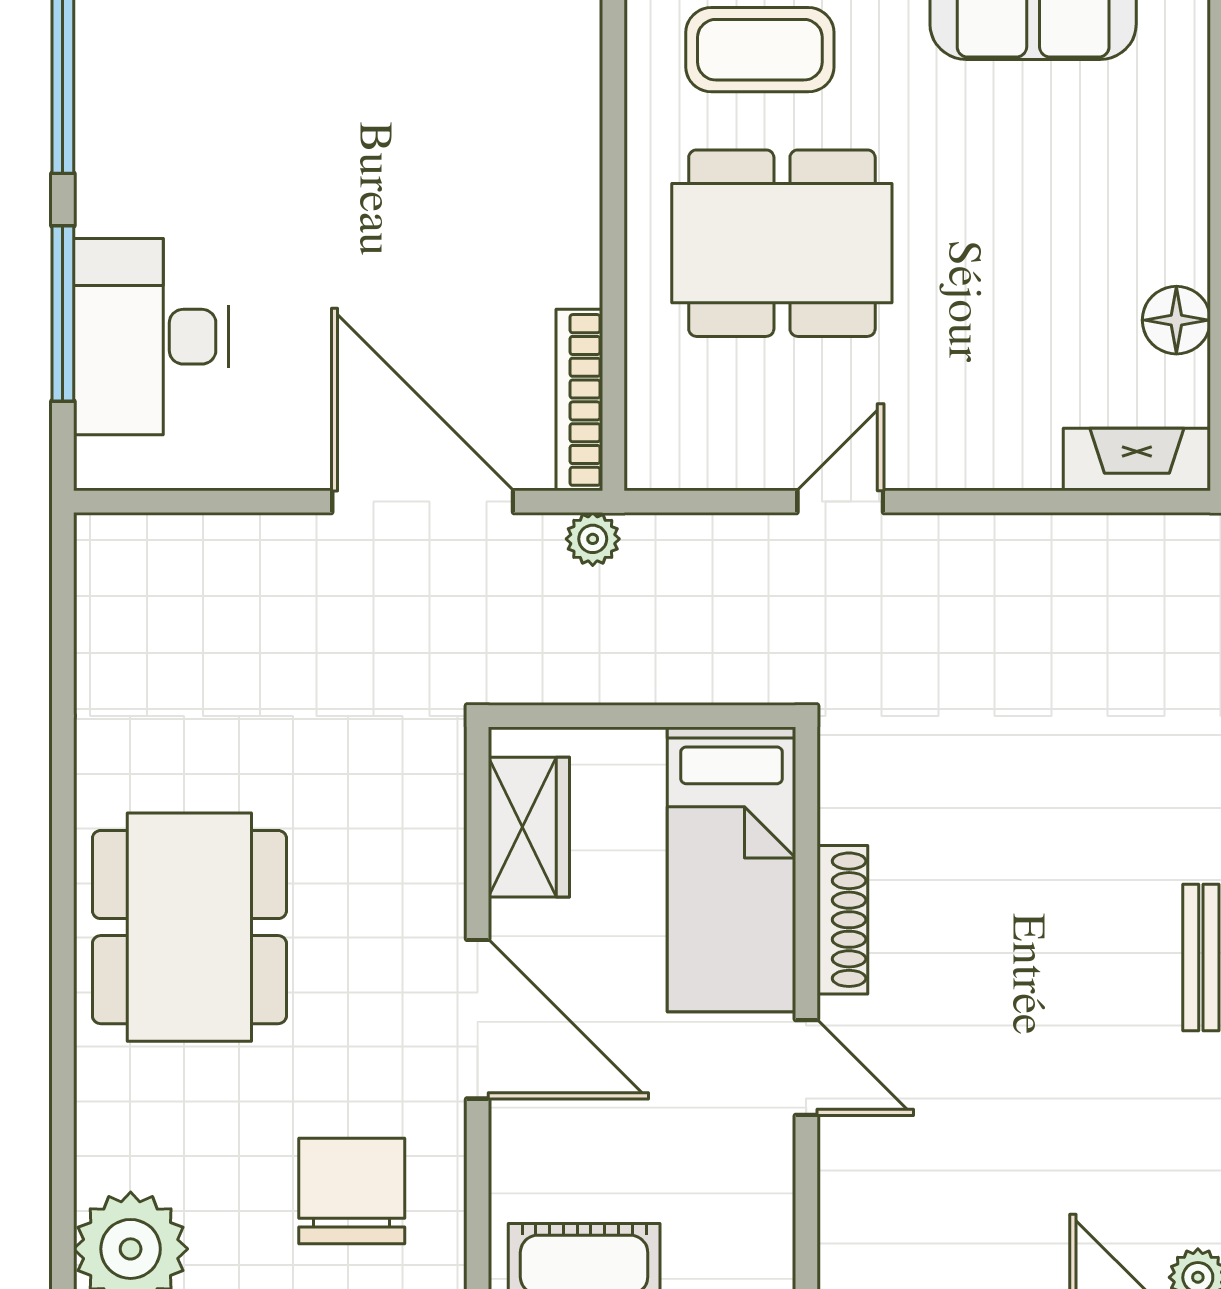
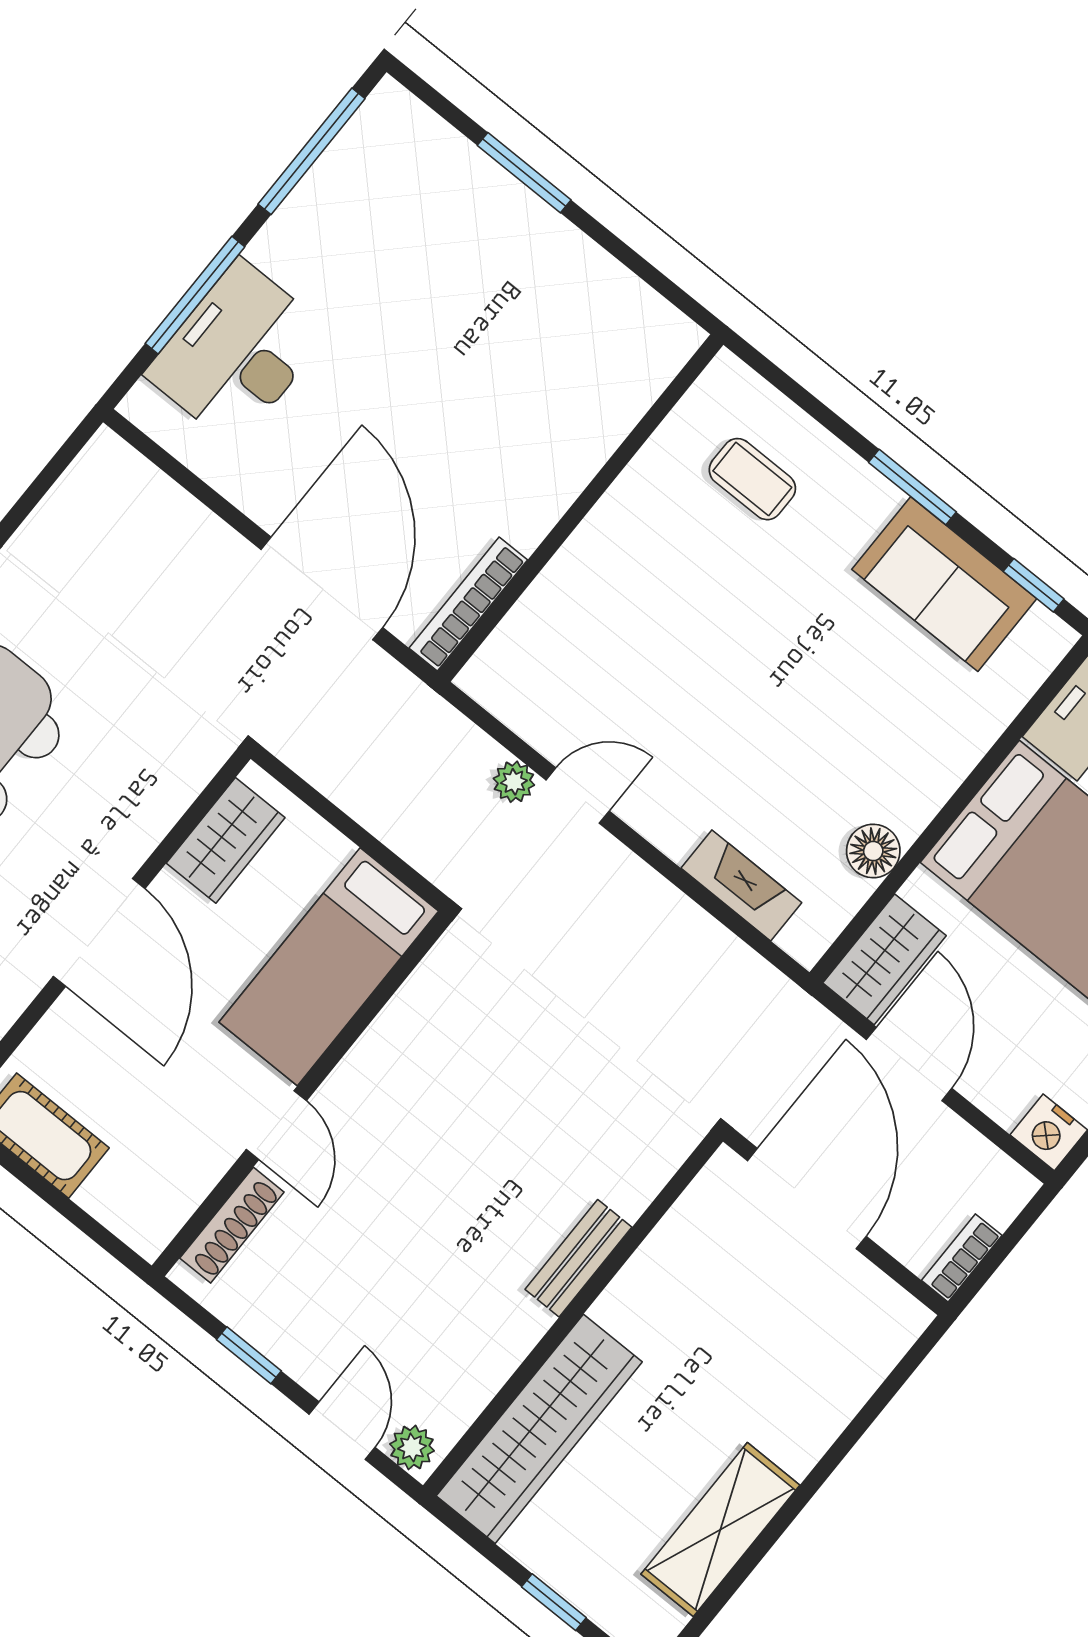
coffee table: (760, 50) -> (752, 479), width x0.73, depth x0.77
dining table: (782, 243) -> (670, 608), removed
fireplace: (1137, 459) -> (741, 885), moved
plant: (593, 539) -> (514, 782), moved
shoe rack: (842, 920) -> (232, 1225), moved

